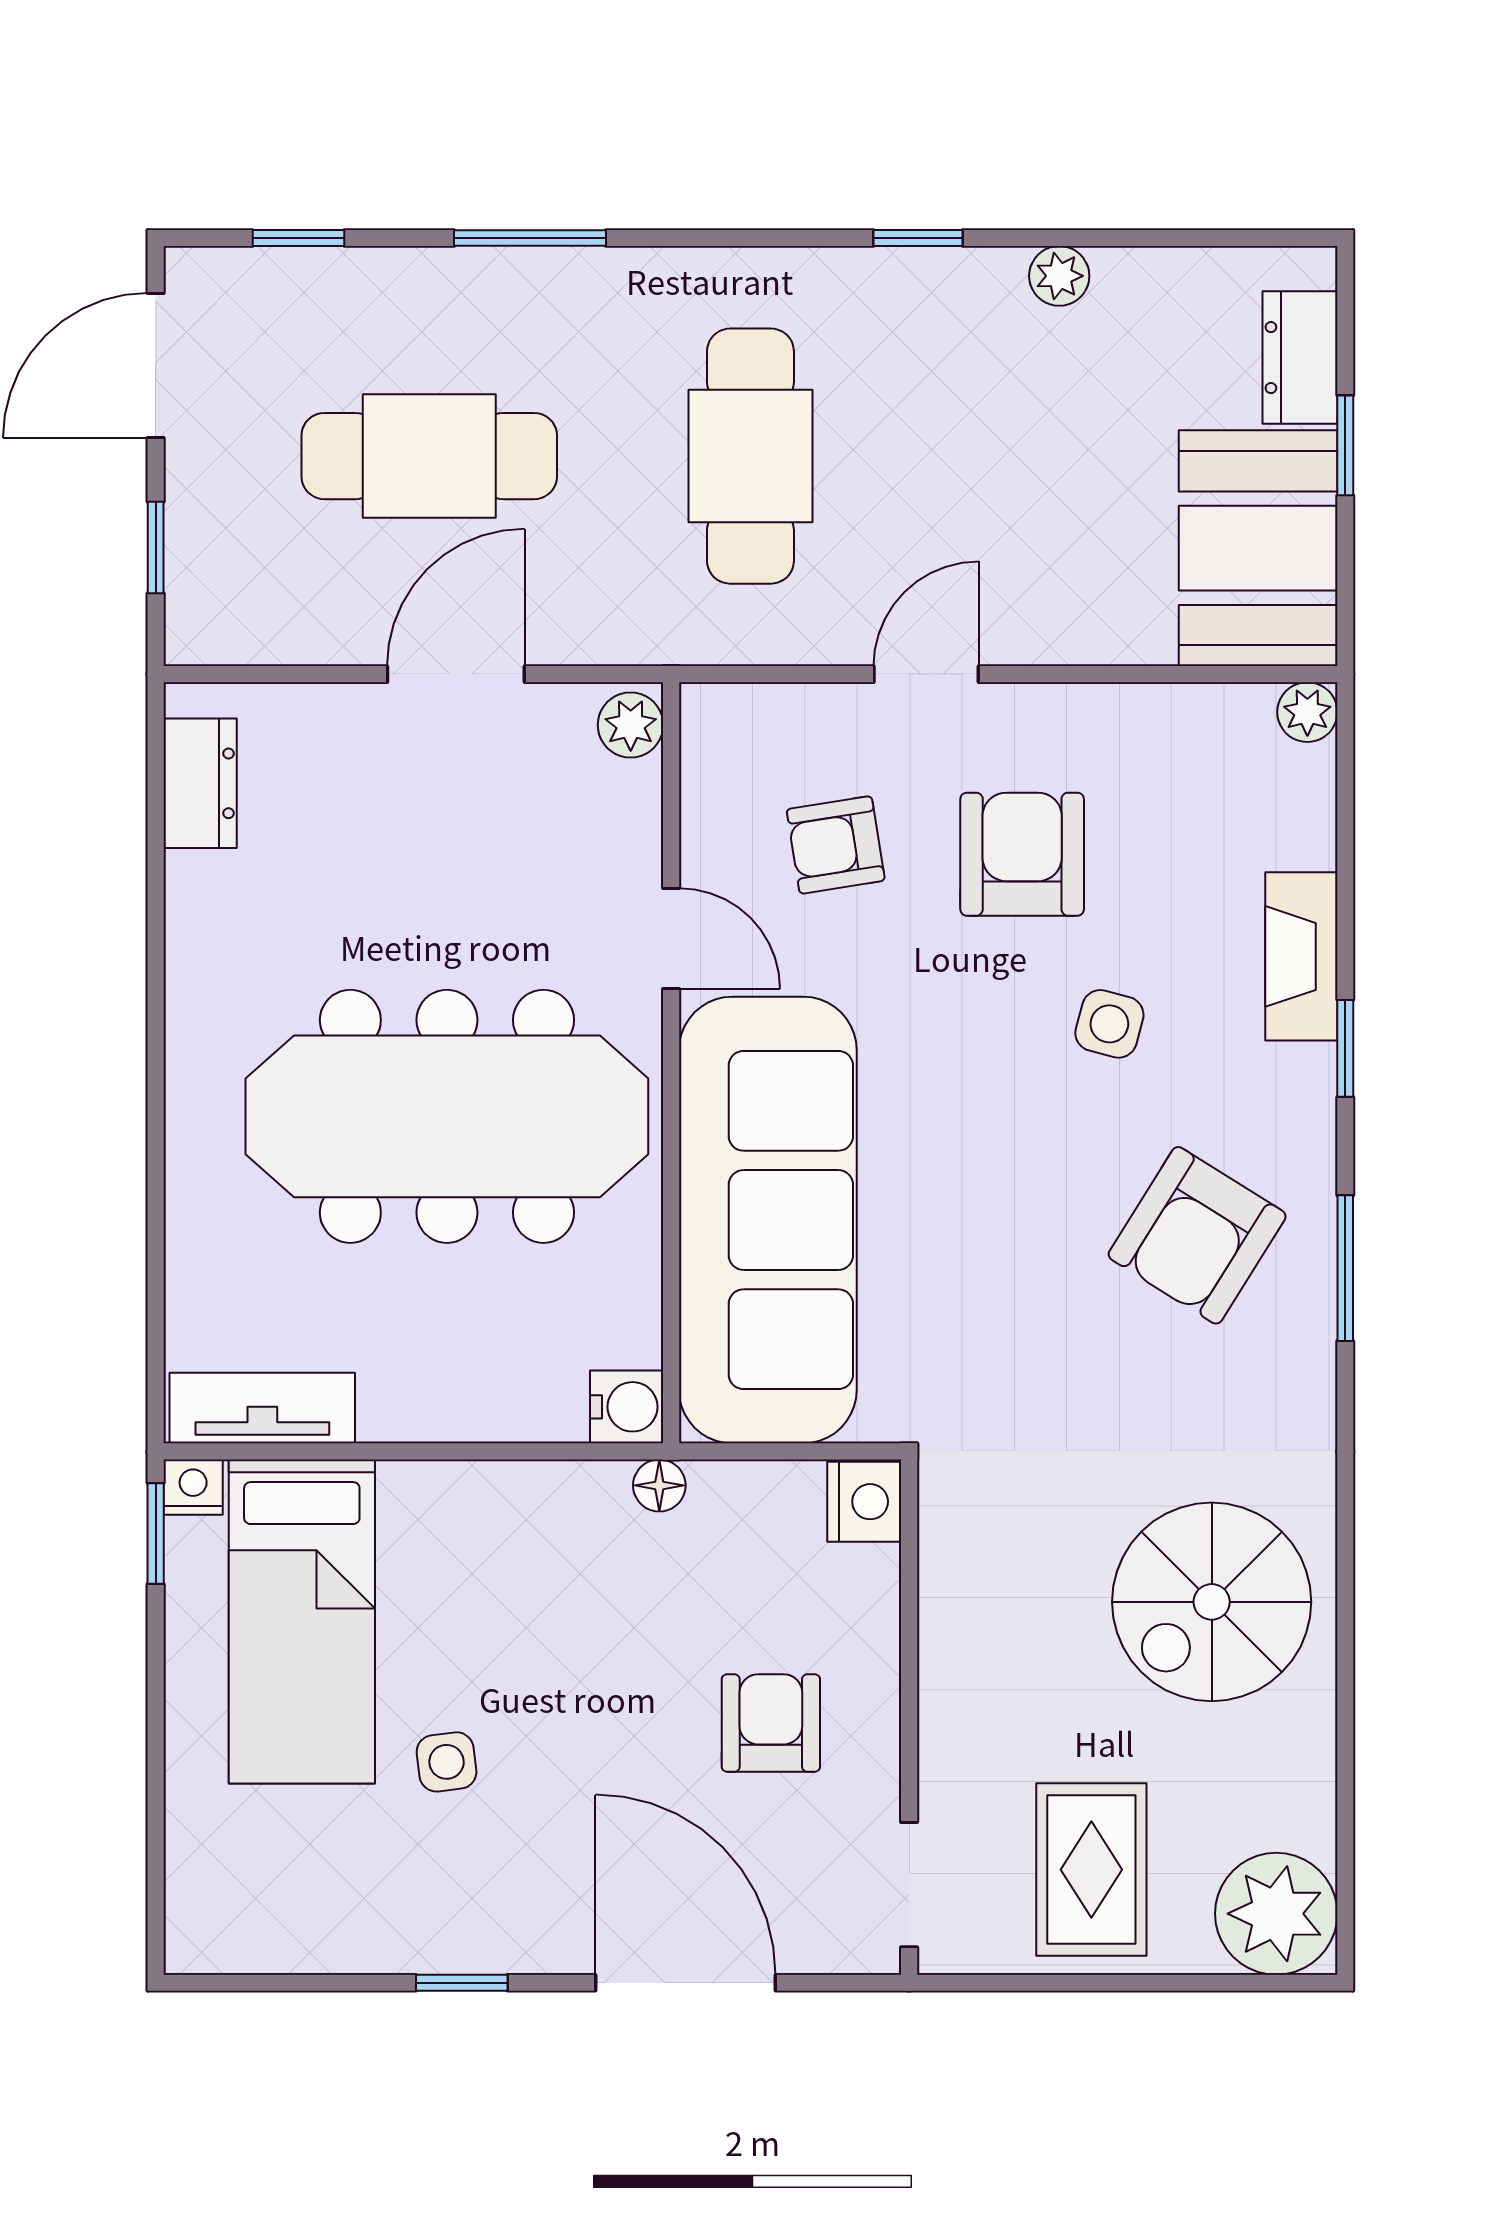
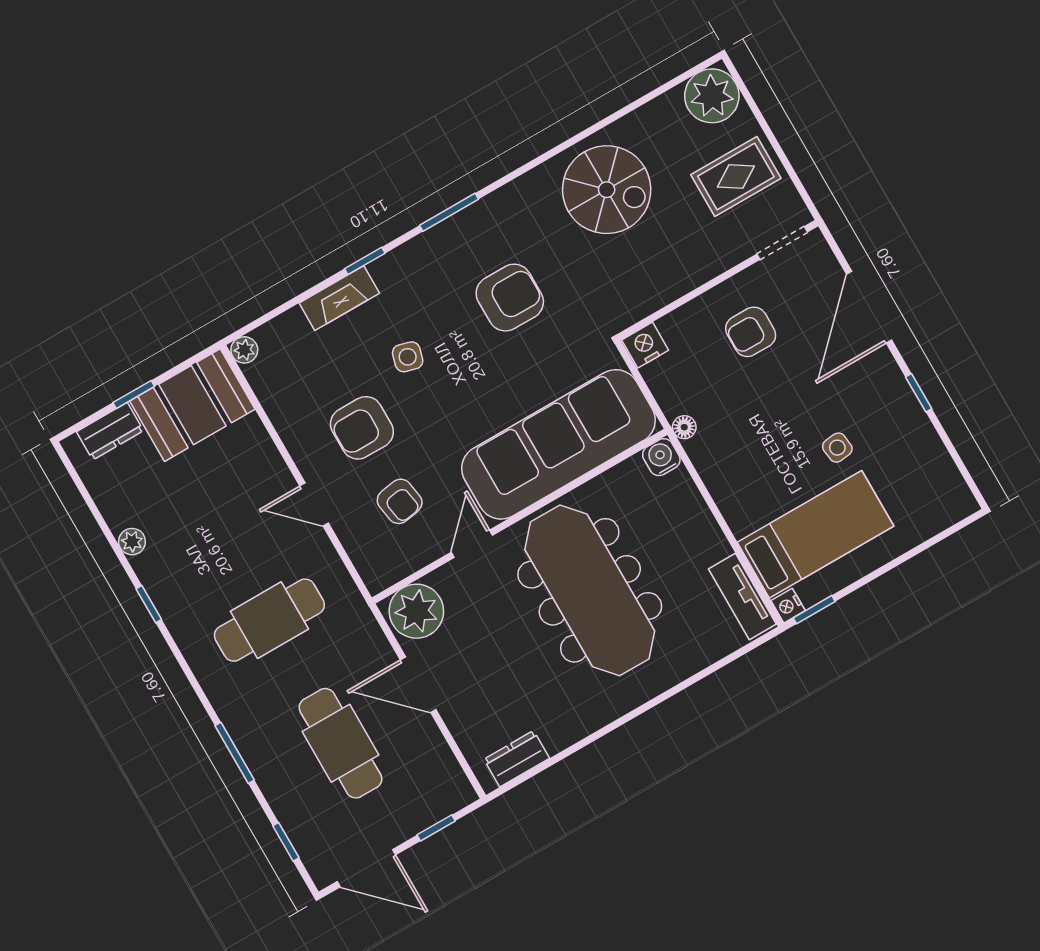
plant: (631, 725) -> (416, 611), width x1.88, depth x1.88
armchair: (1197, 1235) -> (510, 298), moved, turned -32

